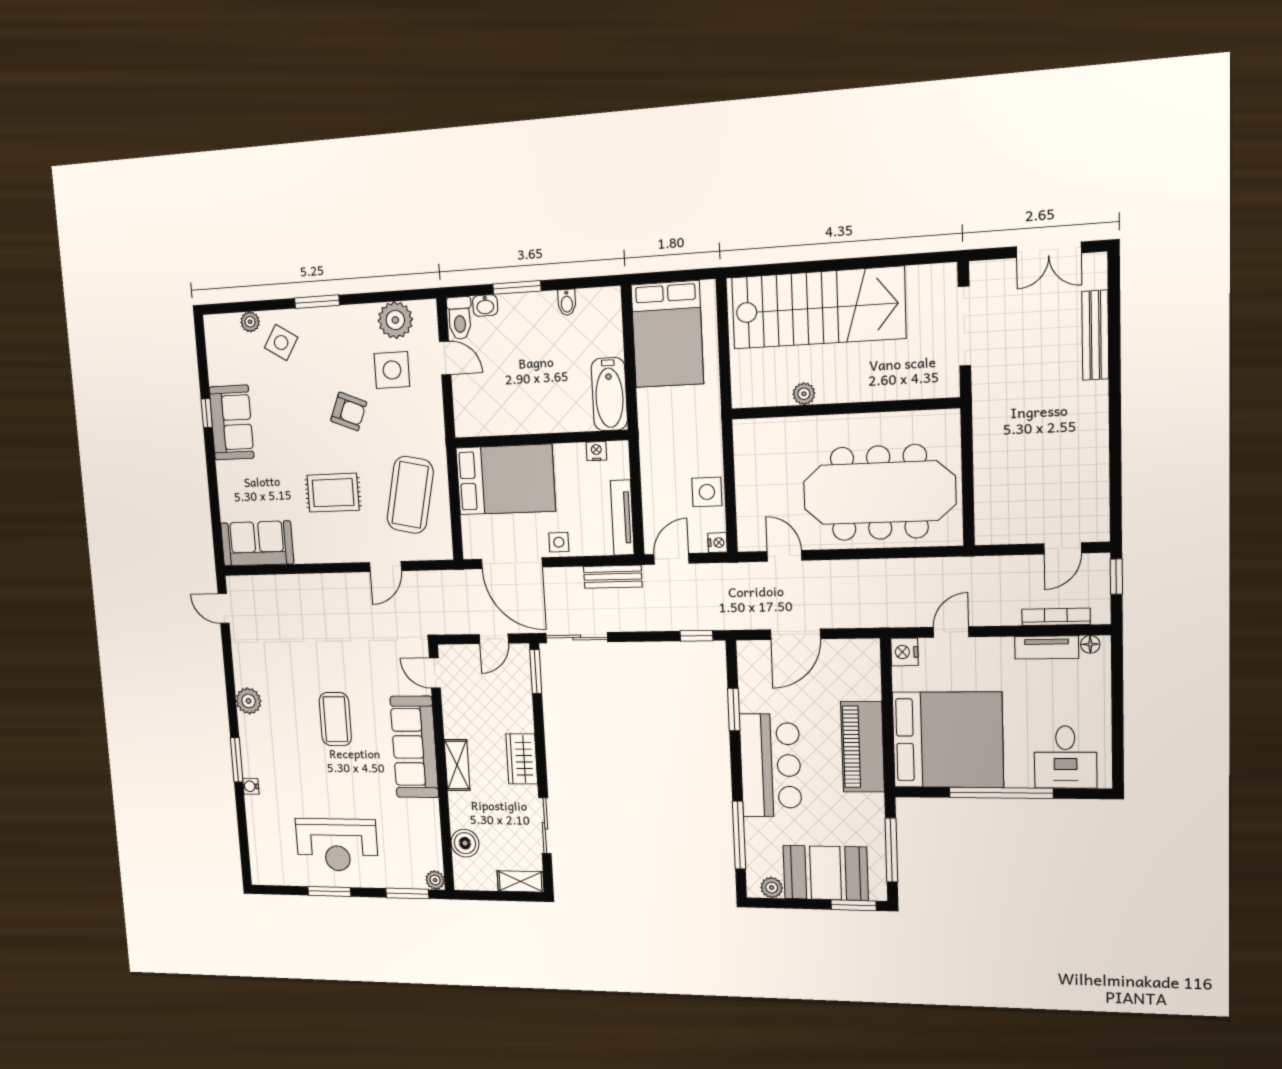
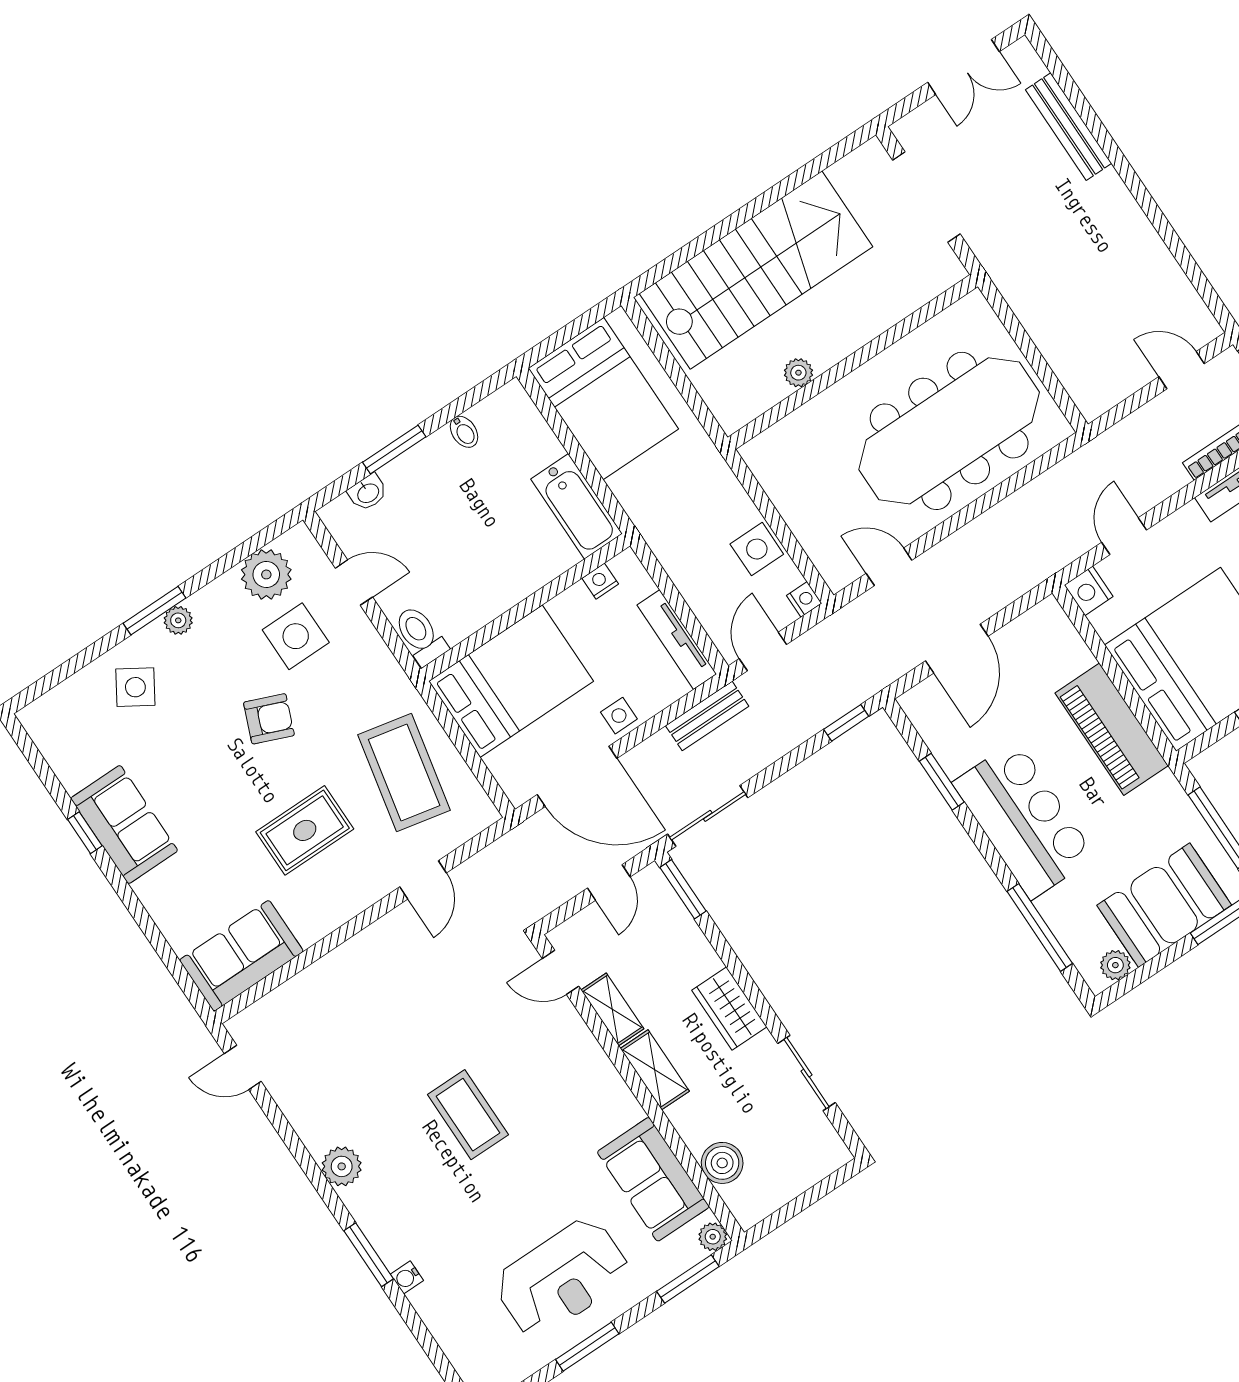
toilet: (460, 318) -> (420, 635), moved, turned 180
plant: (250, 322) -> (178, 620), moved
door: (1063, 548) -> (1182, 370), swing flipped
sofa: (414, 747) -> (653, 1179), moved, width x0.73
shelving: (521, 881) -> (612, 1009), moved, turned 90

